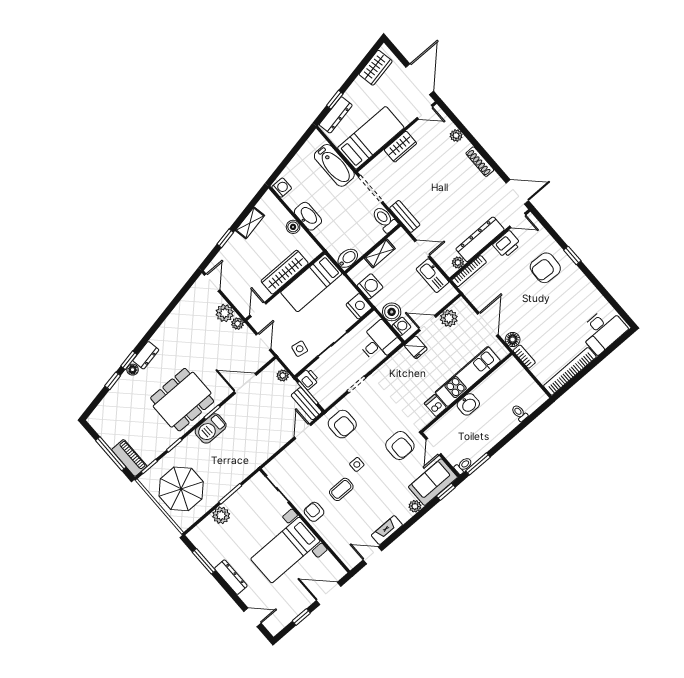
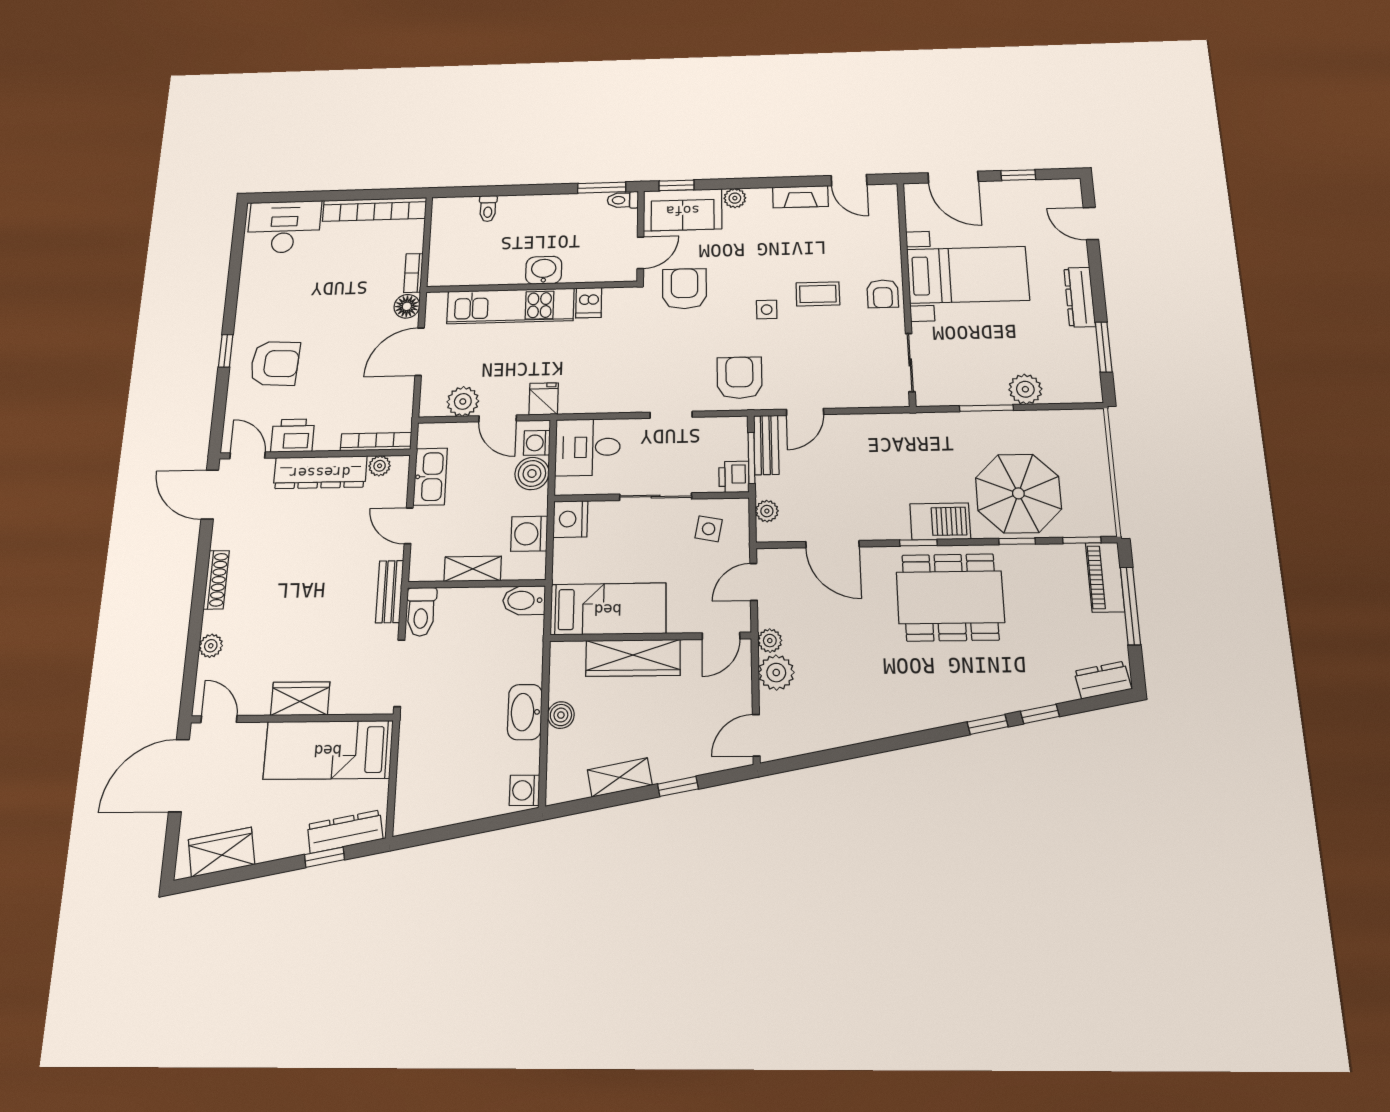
bathtub: (334, 165) -> (418, 755), removed
dresser: (146, 355) -> (1103, 680), moved
floor lamp: (133, 370) -> (993, 705), removed
parasol: (181, 489) -> (1018, 493), moved

